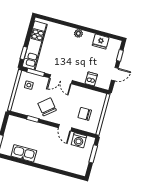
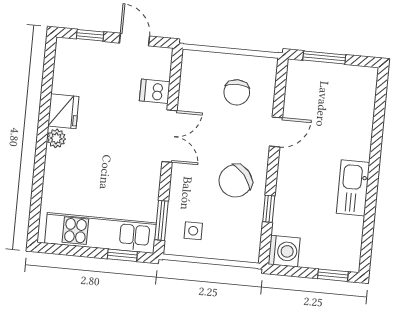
fridge: (101, 42) -> (63, 111), moved
double door: (61, 79) -> (170, 136), moved
washing machine: (79, 140) -> (284, 251), moved
kitchen sink: (24, 153) -> (353, 188), moved

